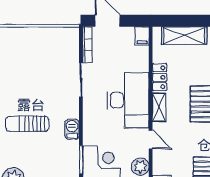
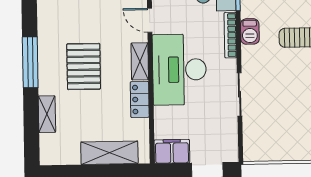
filing cabinet: (142, 36) -> (172, 151), width x2.00
bookcase: (87, 45) -> (230, 35), moved

